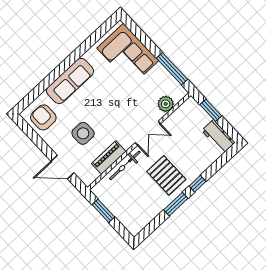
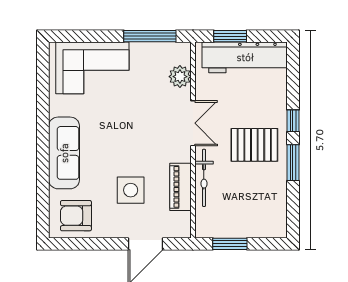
workbench: (218, 137) -> (245, 57), width x1.88, depth x1.32

